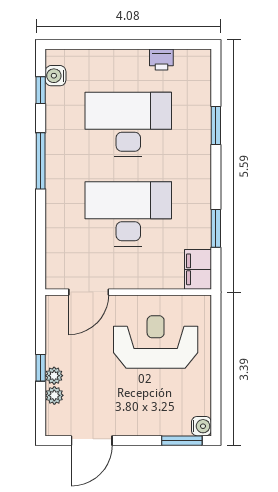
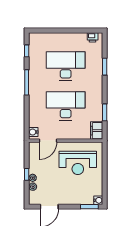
printer: (161, 59) -> (93, 37), moved
water cooler: (56, 76) -> (33, 132), moved
reception desk: (156, 342) -> (78, 163), turned 180

